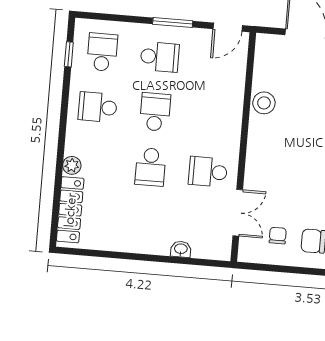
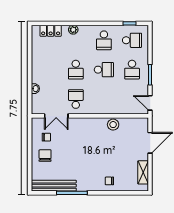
school desk: (98, 107) -> (104, 40), turned 180
school desk: (150, 167) -> (76, 70), turned -90
locker: (70, 210) -> (51, 31), width x0.66

